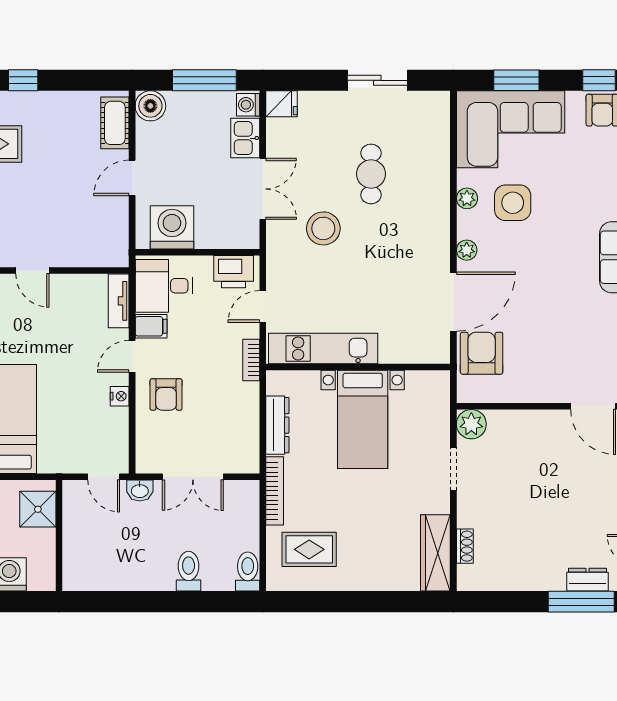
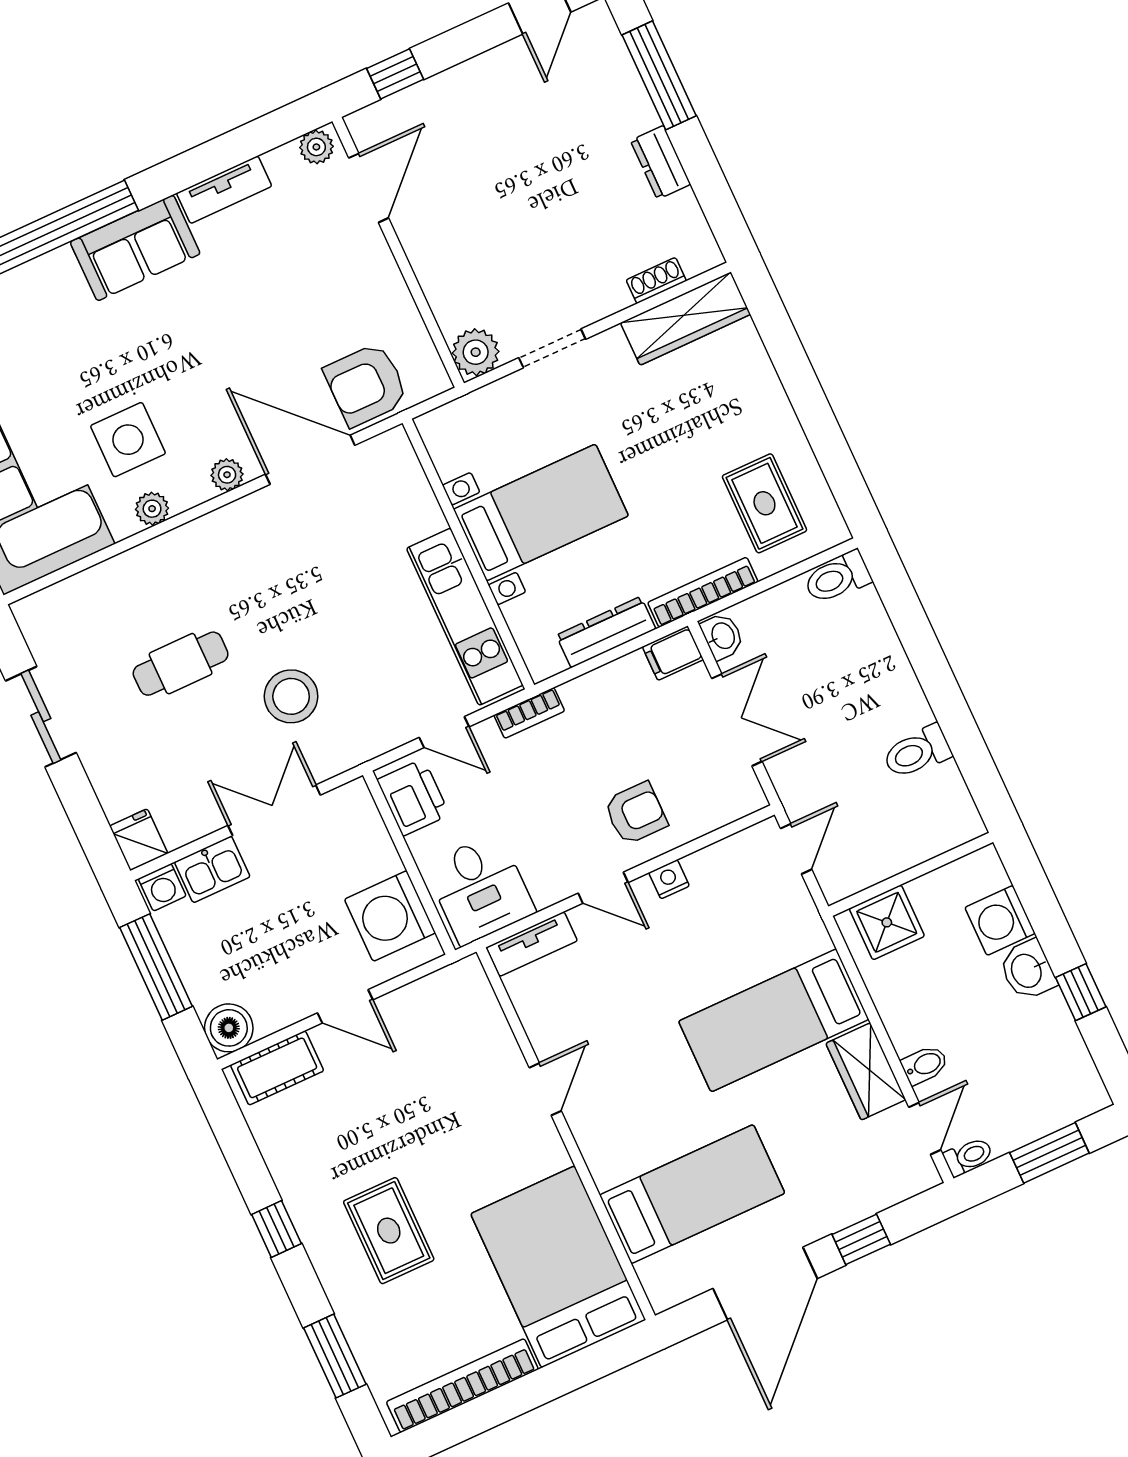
filing cabinet: (151, 326) -> (673, 653), moved, turned -90
washbasin: (140, 490) -> (722, 636), moved
toilet: (189, 571) -> (917, 752), moved
dresser: (587, 580) -> (661, 162), moved

